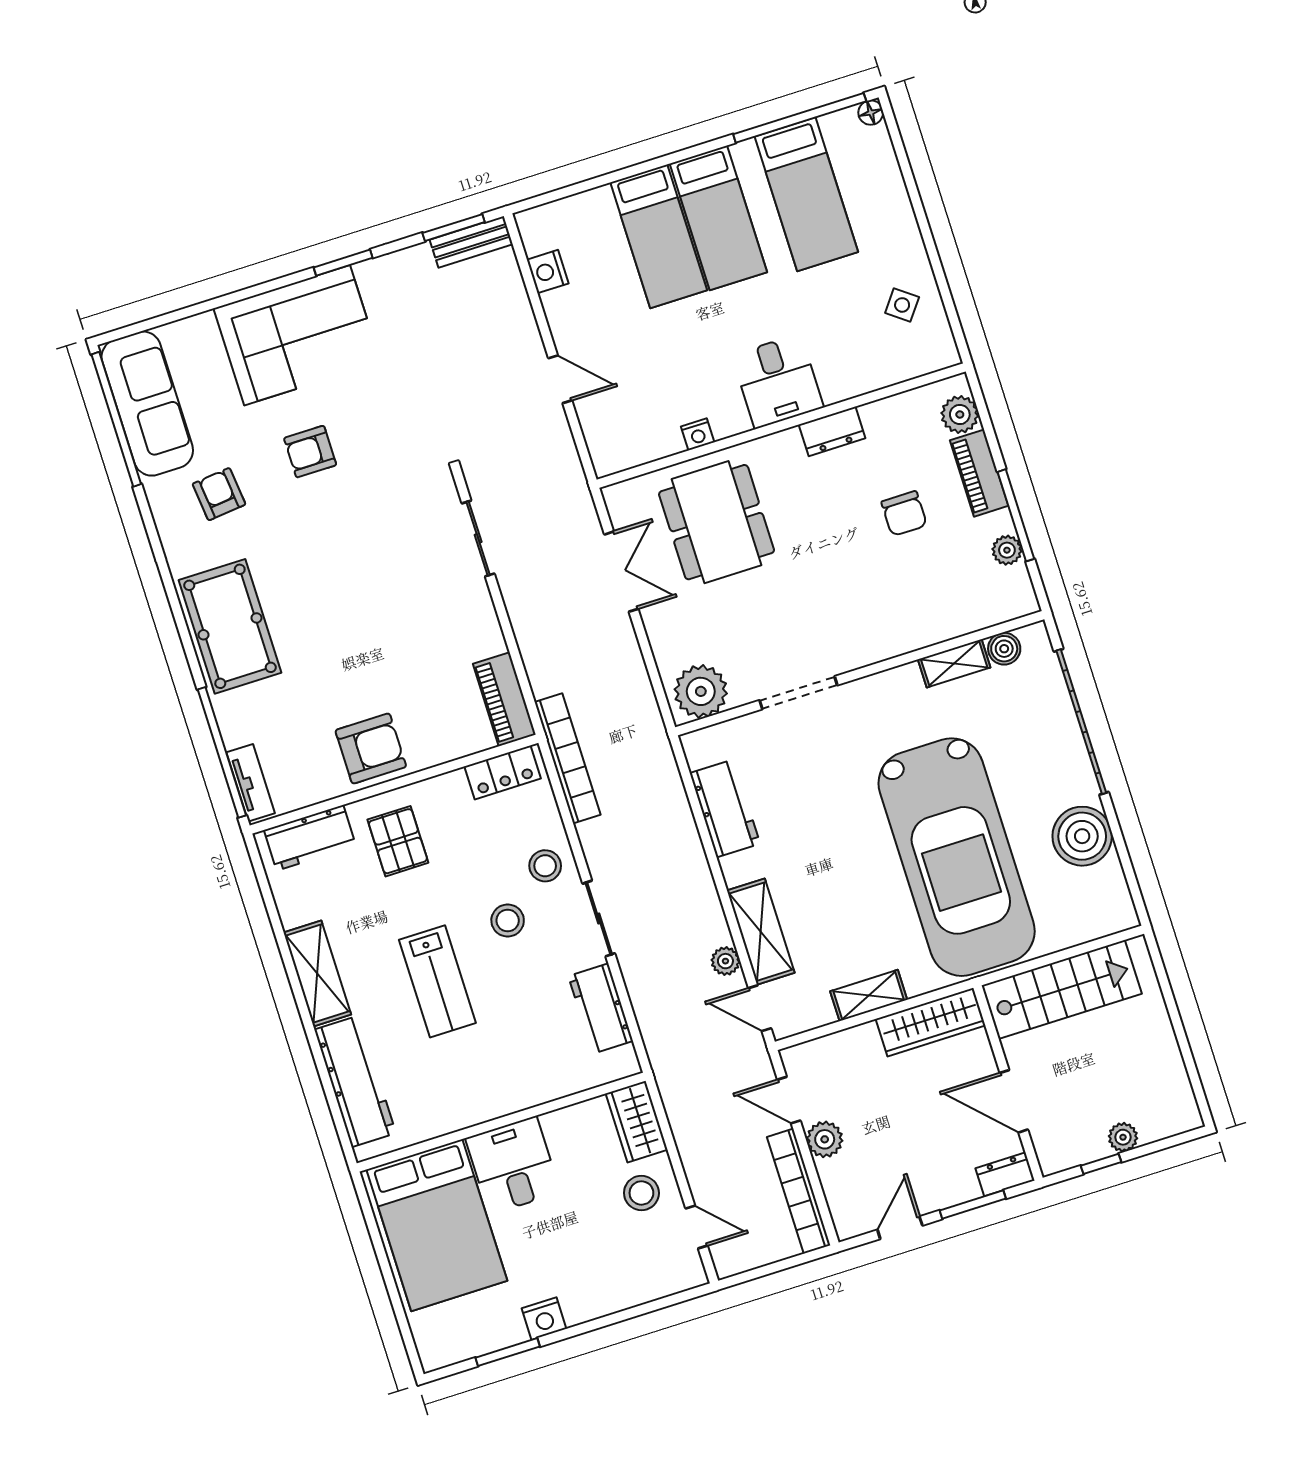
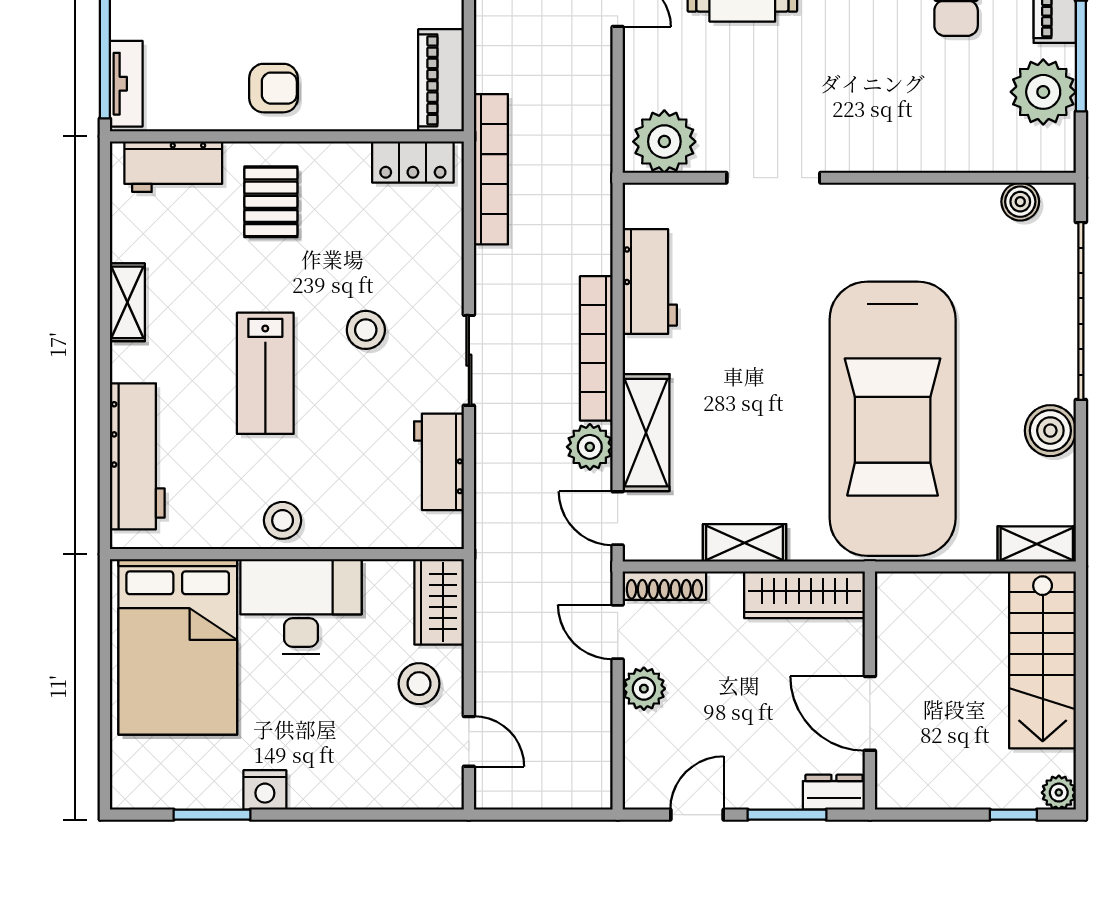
plant: (1007, 550) -> (1043, 92), width x1.88, depth x1.88
shelving: (954, 663) -> (1037, 544), moved
armchair: (371, 748) -> (273, 88), width x0.72, depth x0.72
boiler: (1082, 836) -> (1050, 431), width x0.73, depth x0.73
stool: (545, 866) -> (283, 520), moved
plant: (725, 961) -> (590, 447), width x1.38, depth x1.38
shelving: (317, 974) -> (127, 302), width x0.67, depth x0.75
stairs: (1062, 990) -> (1043, 660), moved, turned 90
shoe rack: (815, 1051) -> (664, 586), added
plant: (1123, 1137) -> (1059, 793), moved
window: (1101, 1164) -> (1013, 815), moved
desk: (513, 1165) -> (301, 607), width x1.37
bookcase: (799, 1191) -> (596, 348), moved

